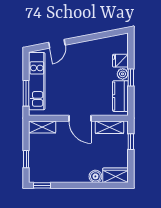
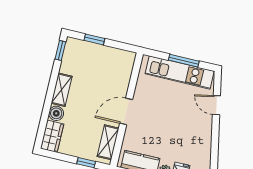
window: (26, 93) -> (184, 61), moved
shelving: (42, 127) -> (62, 90), moved

